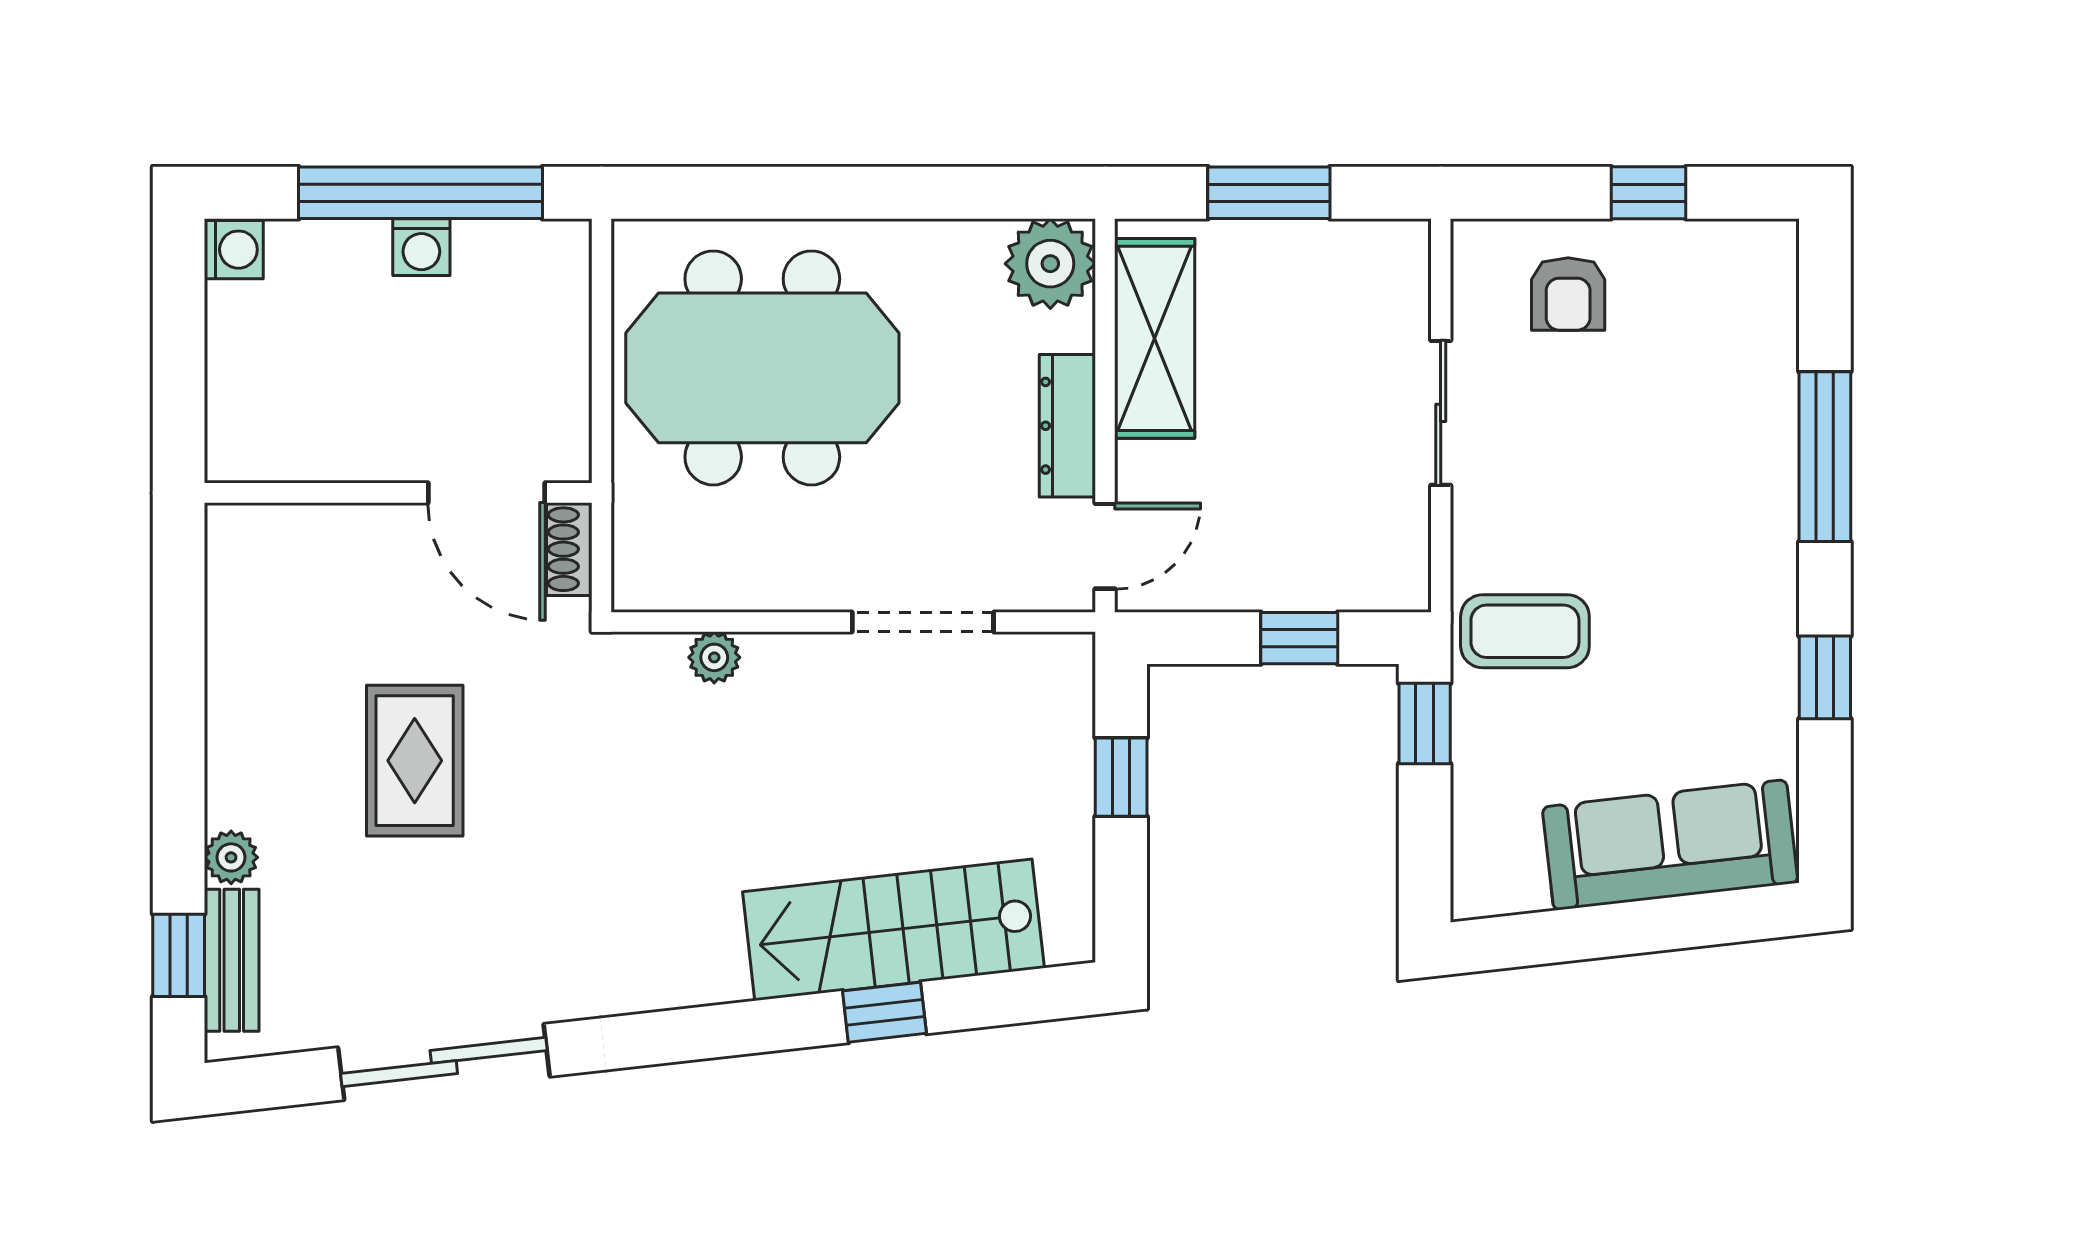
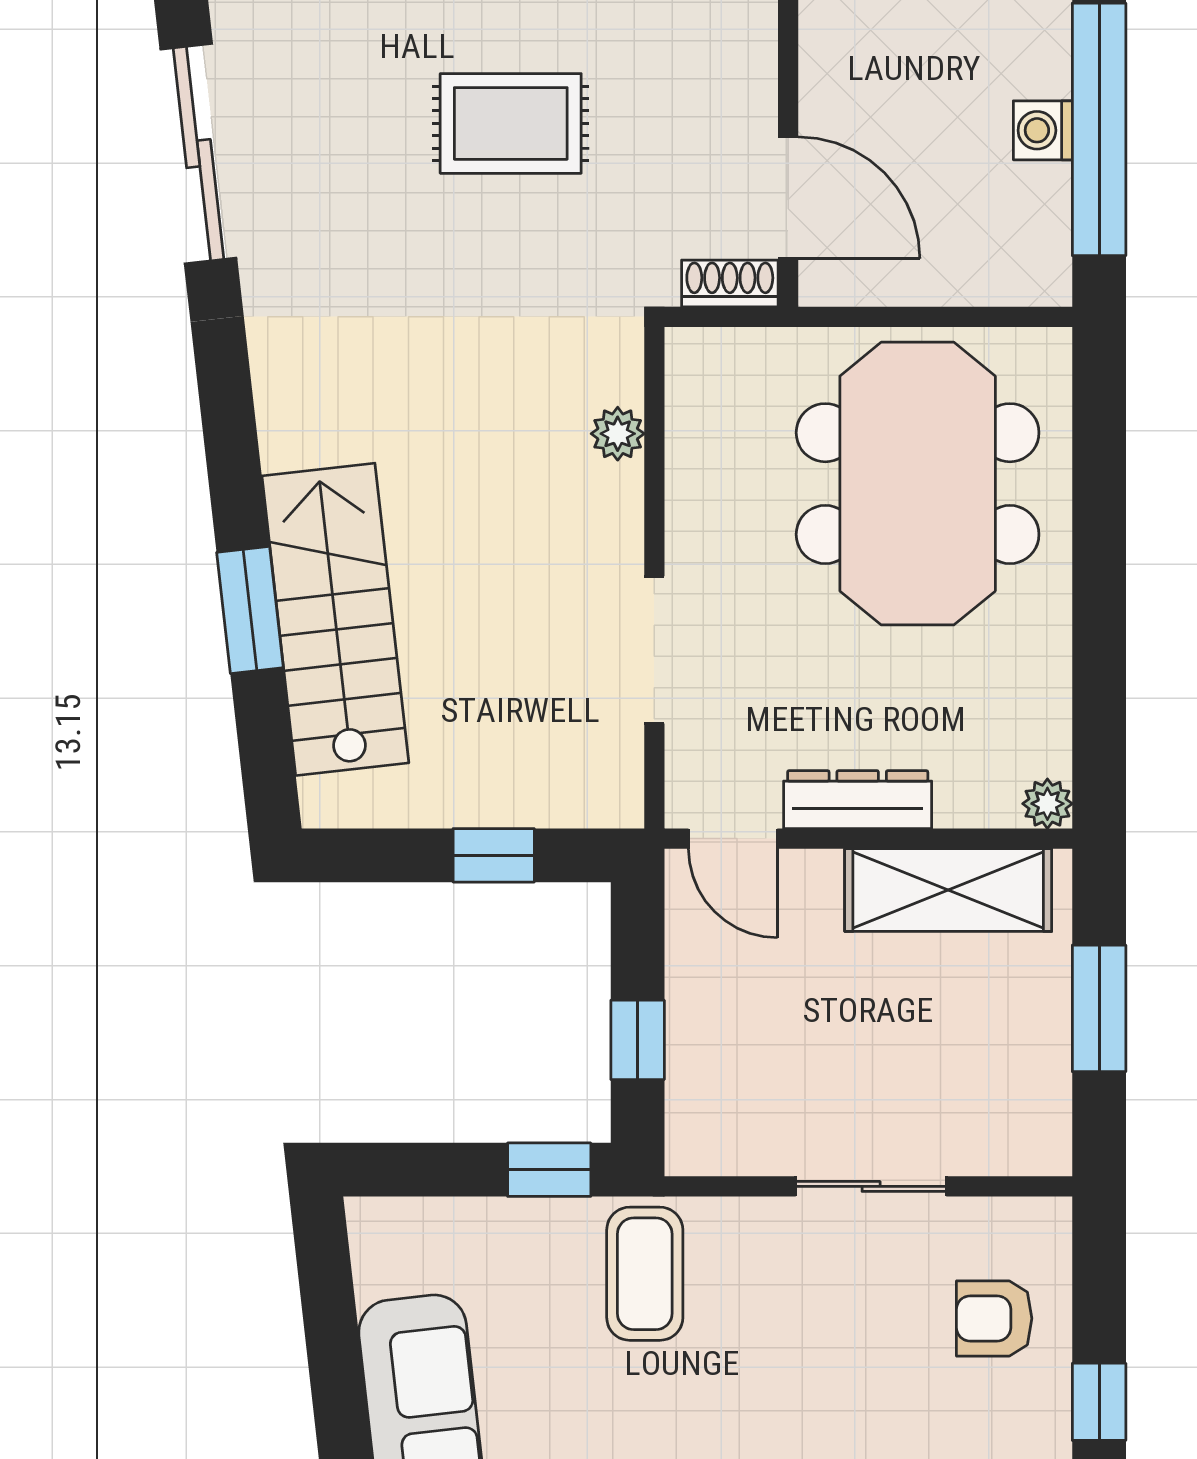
plant: (1050, 264) -> (1047, 804), width x0.53, depth x0.53
door: (487, 493) -> (788, 198), swing flipped
window: (884, 1012) -> (250, 610), width x1.50

